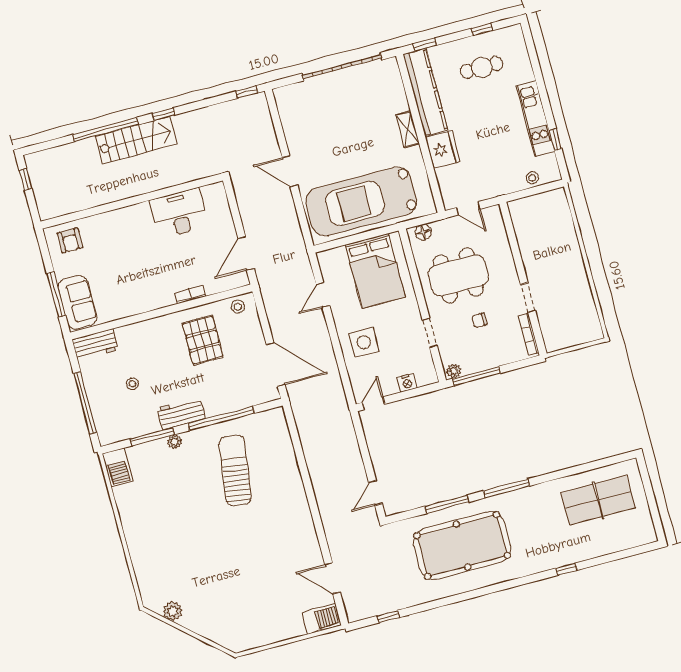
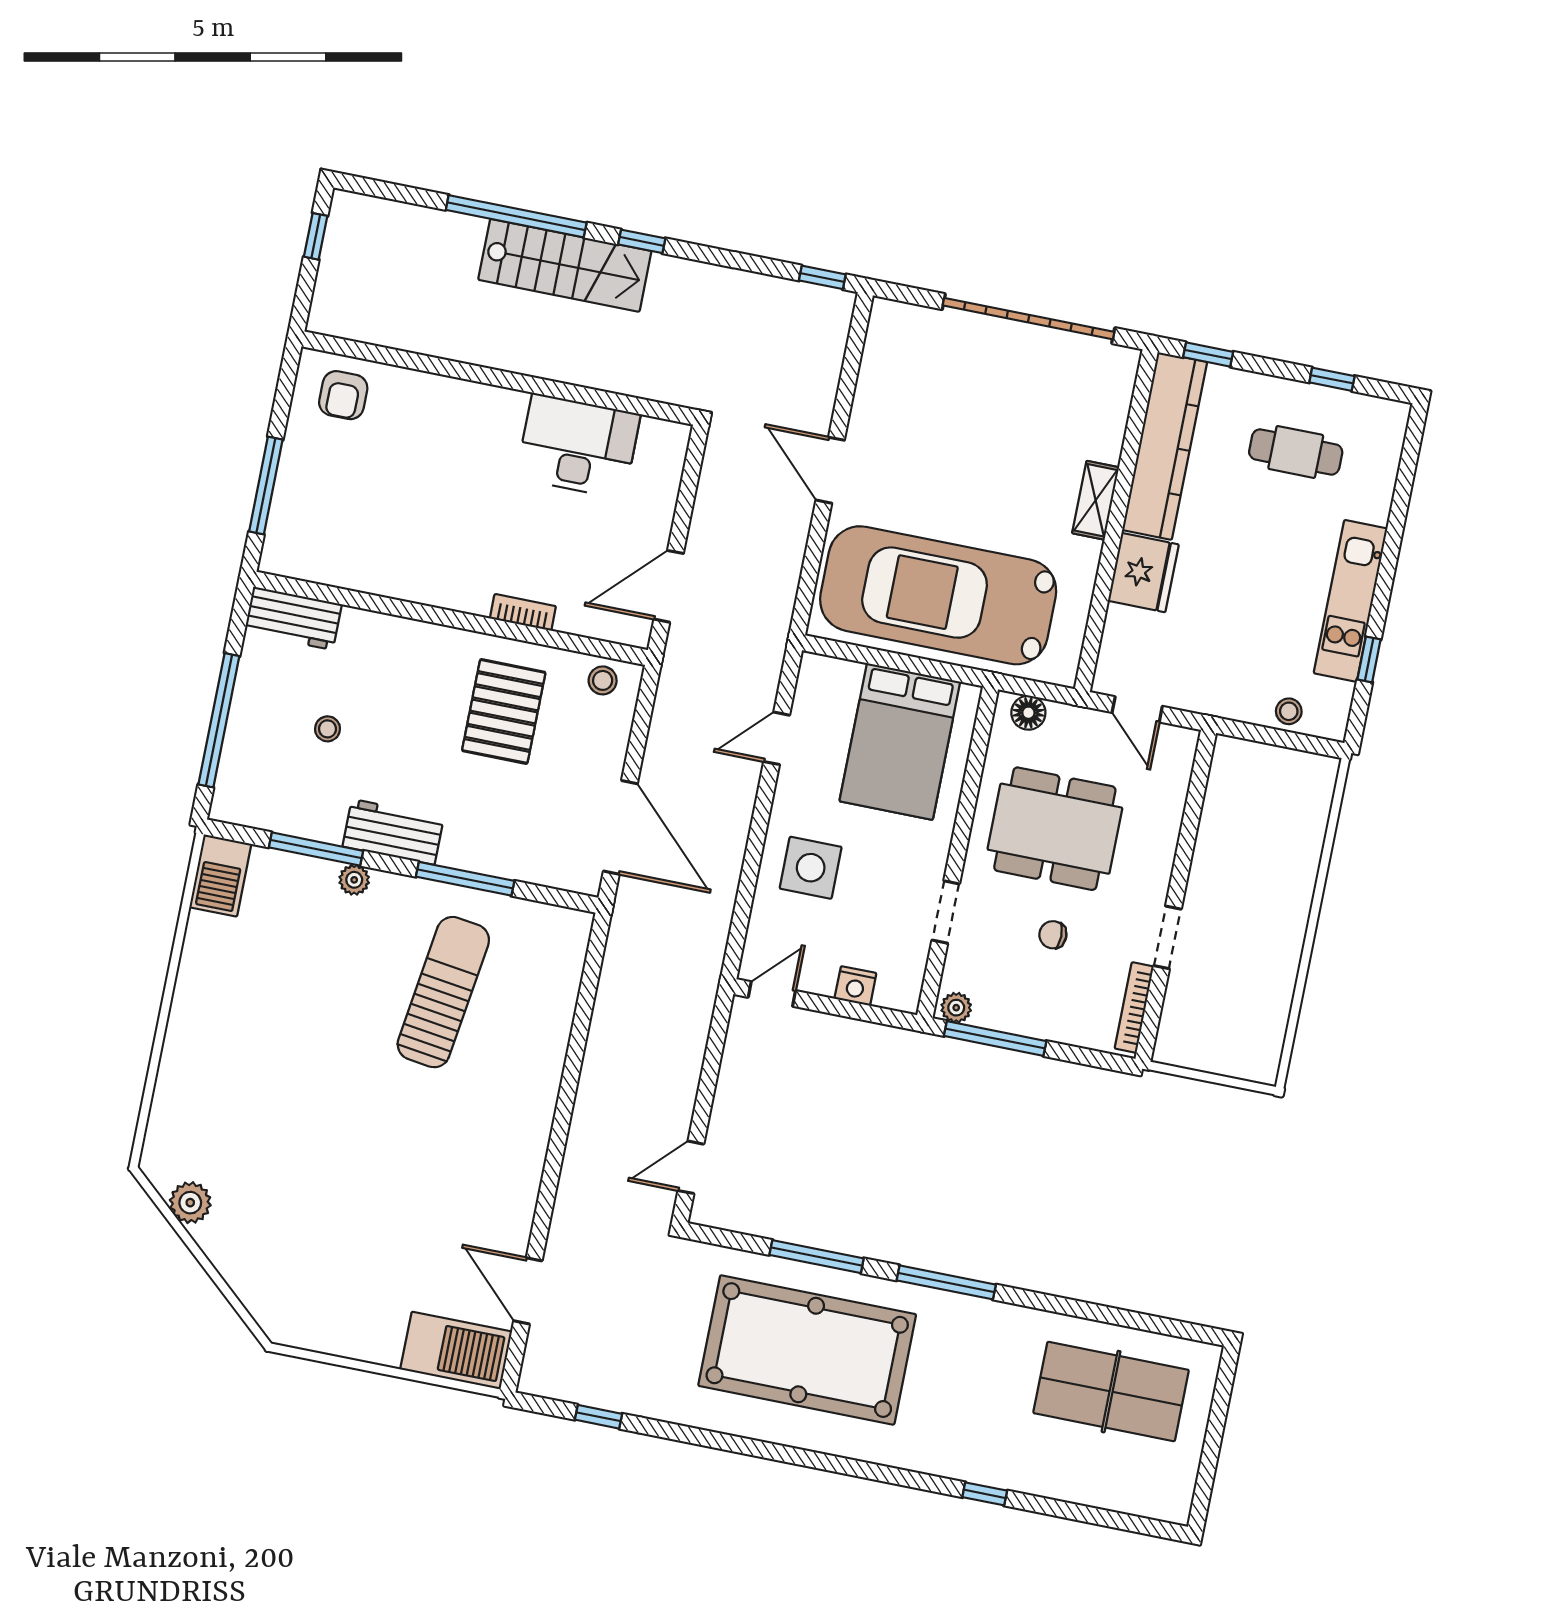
sofa: (77, 302) -> (299, 521), removed
window: (221, 418) -> (465, 879), width x0.68
barbecue: (322, 619) -> (456, 1350), width x1.37, depth x1.21

